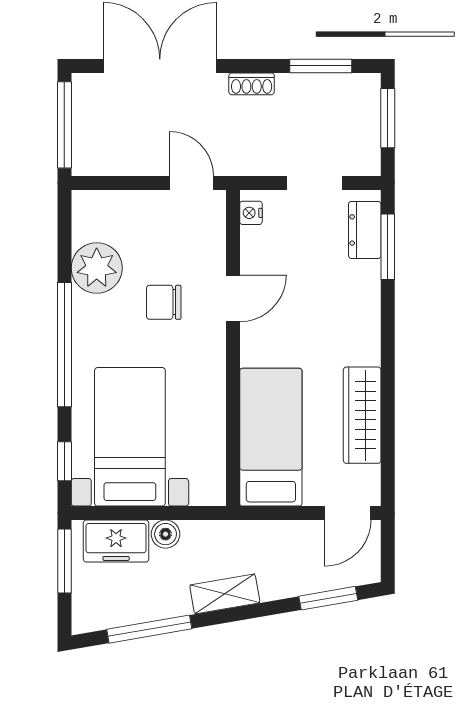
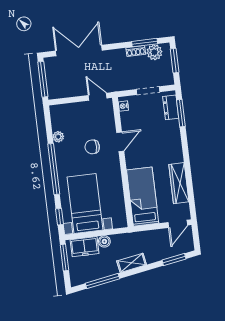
shoe rack: (252, 84) -> (136, 51), moved
plant: (341, 92) -> (154, 52), added
plant: (97, 268) -> (58, 137), width x0.53, depth x0.53

